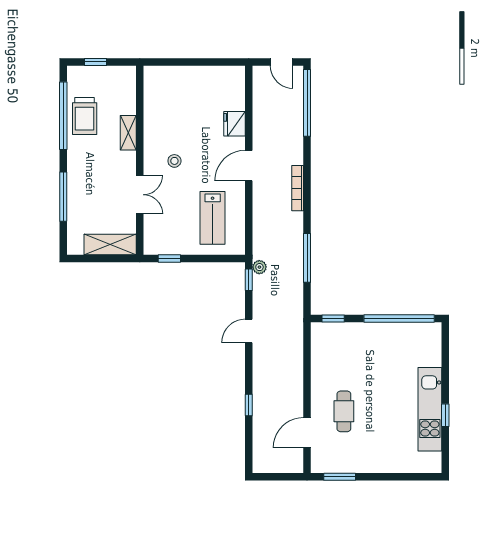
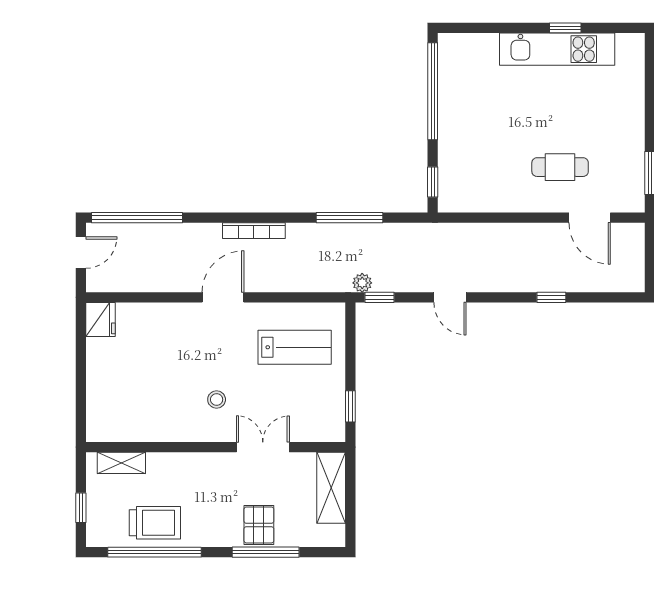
fridge: (234, 124) -> (100, 319), moved, turned -90
shelving: (128, 133) -> (121, 463), moved
door: (249, 166) -> (223, 297), swing flipped
pallet: (83, 192) -> (259, 525), added

